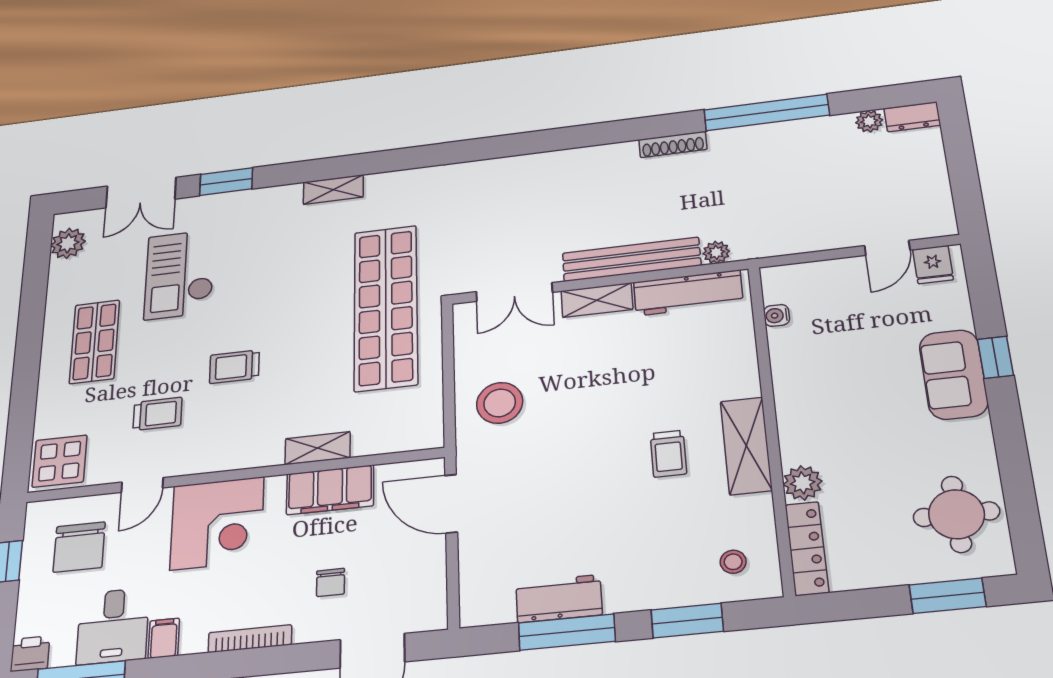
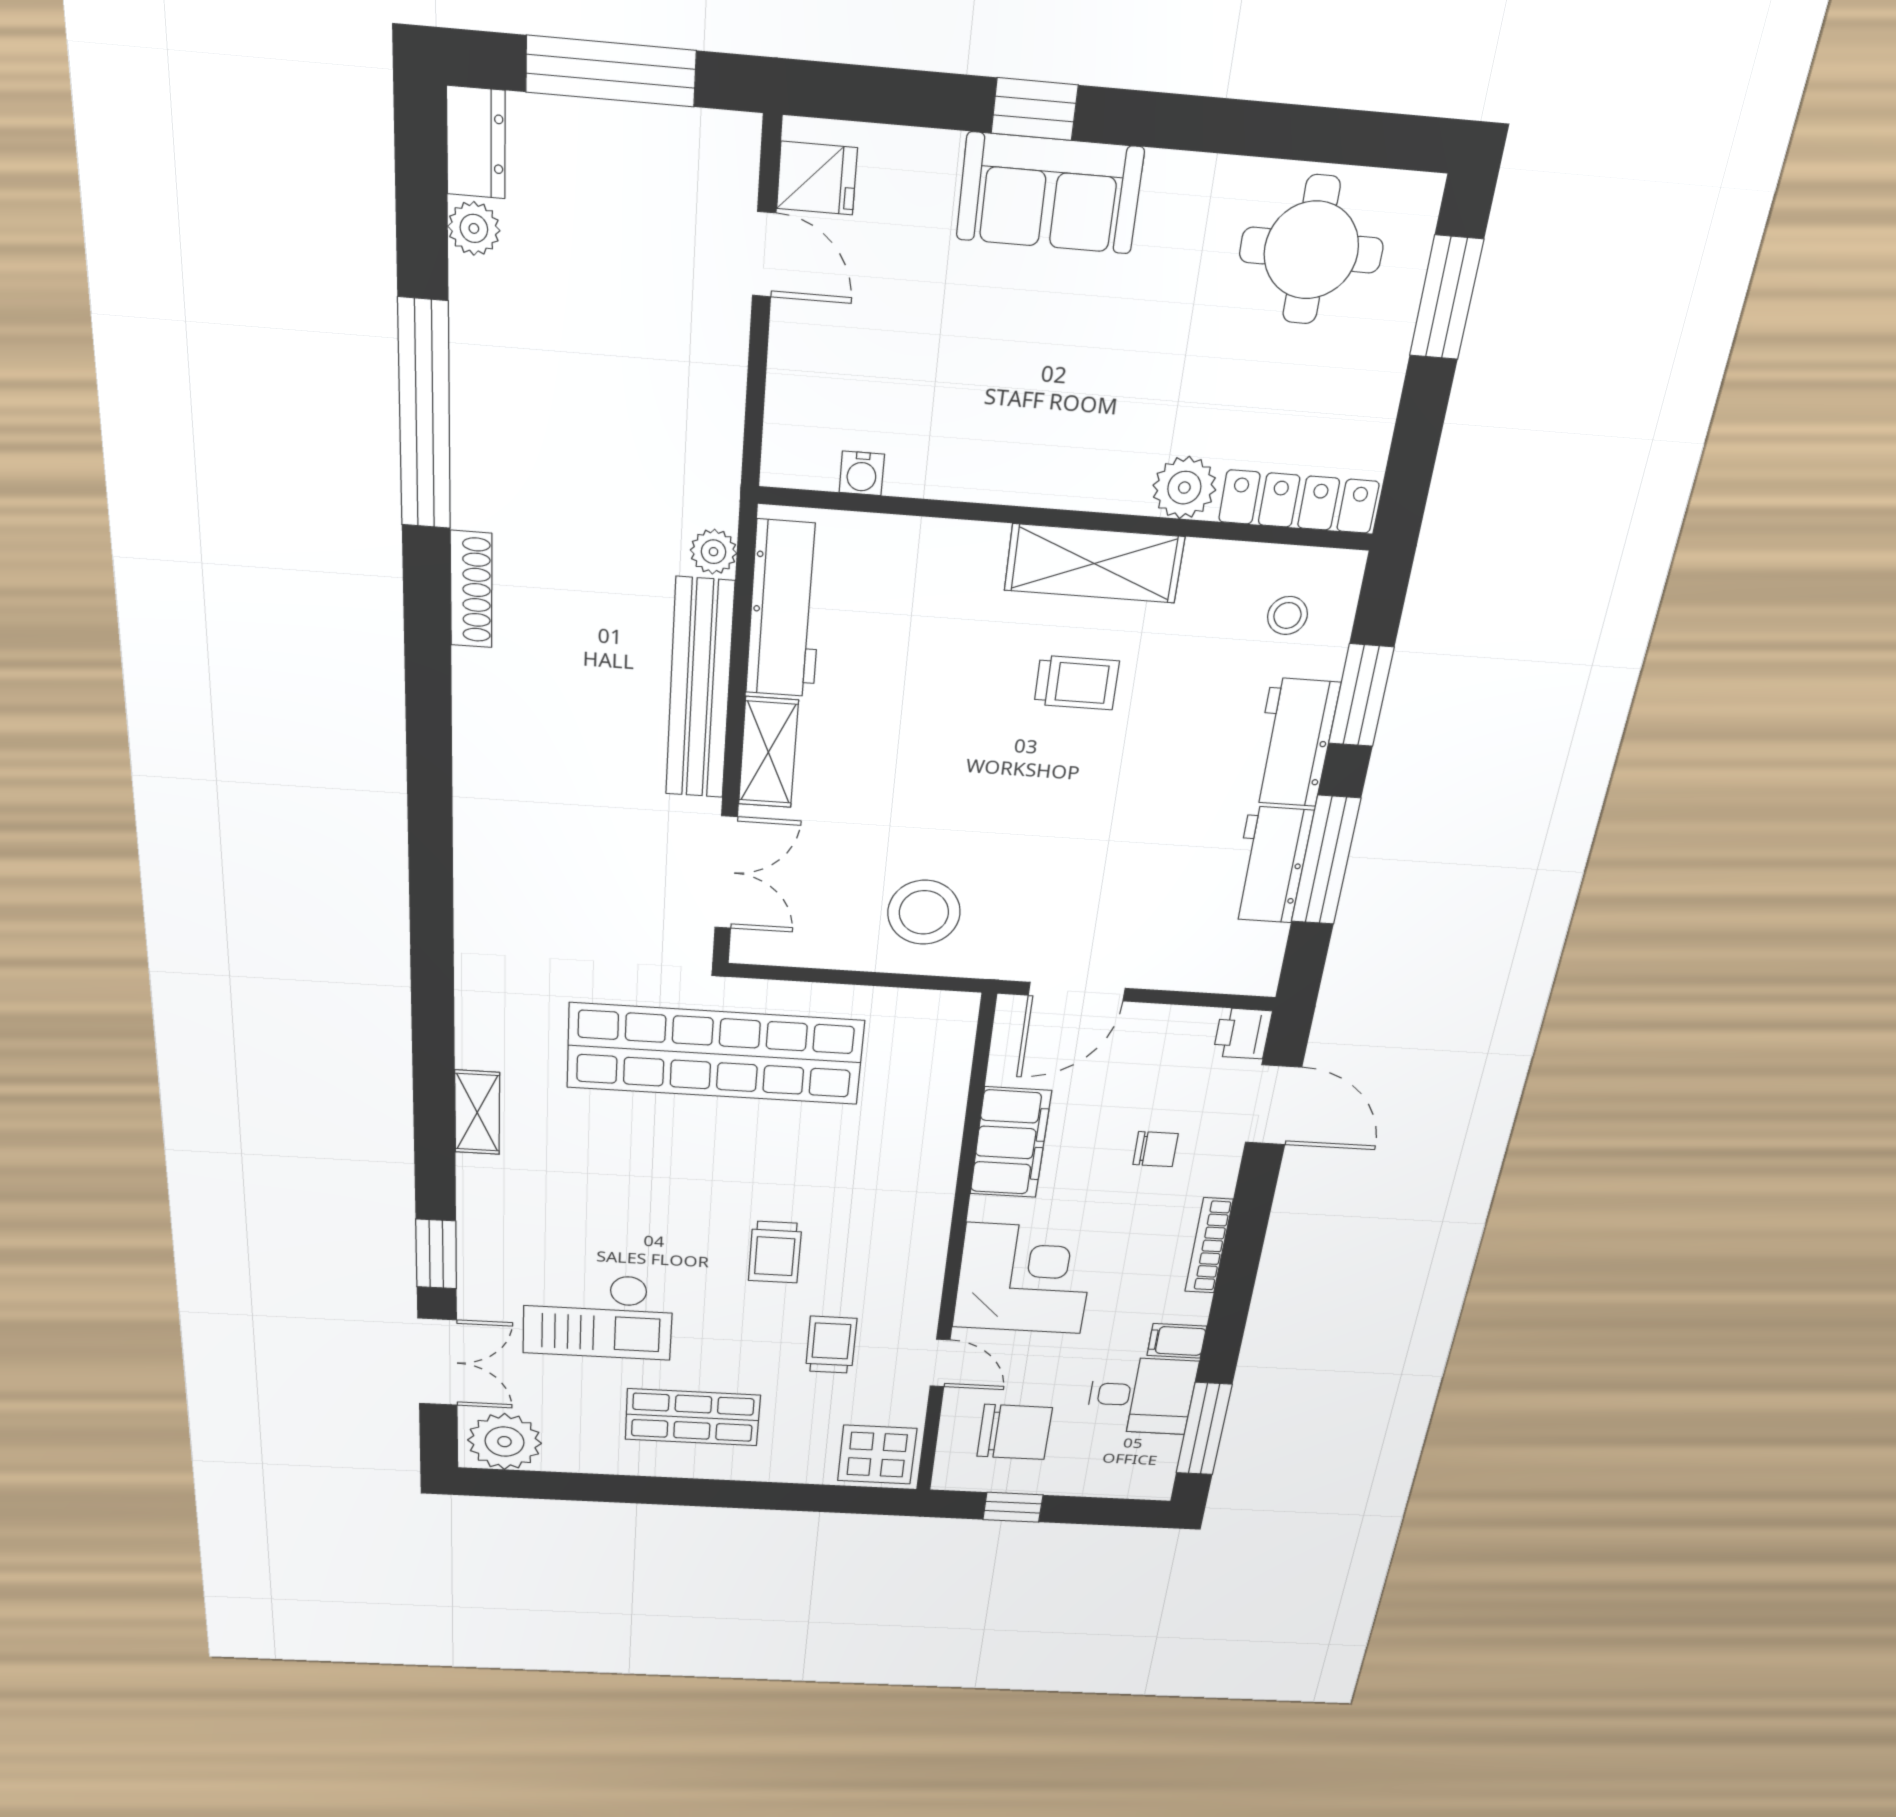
window: (962, 167) -> (611, 71), added
plant: (68, 243) -> (505, 1442), width x1.36, depth x1.36
shelving: (318, 448) -> (938, 1155), removed
workbench: (648, 589) -> (1294, 743), added
printer: (30, 654) -> (1242, 1033), moved

